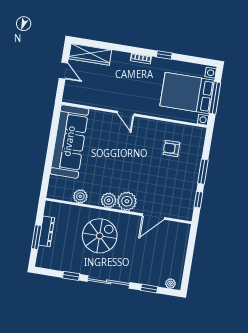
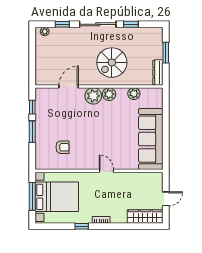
door: (63, 71) -> (166, 199), swing flipped
dresser: (47, 231) -> (158, 73), moved

